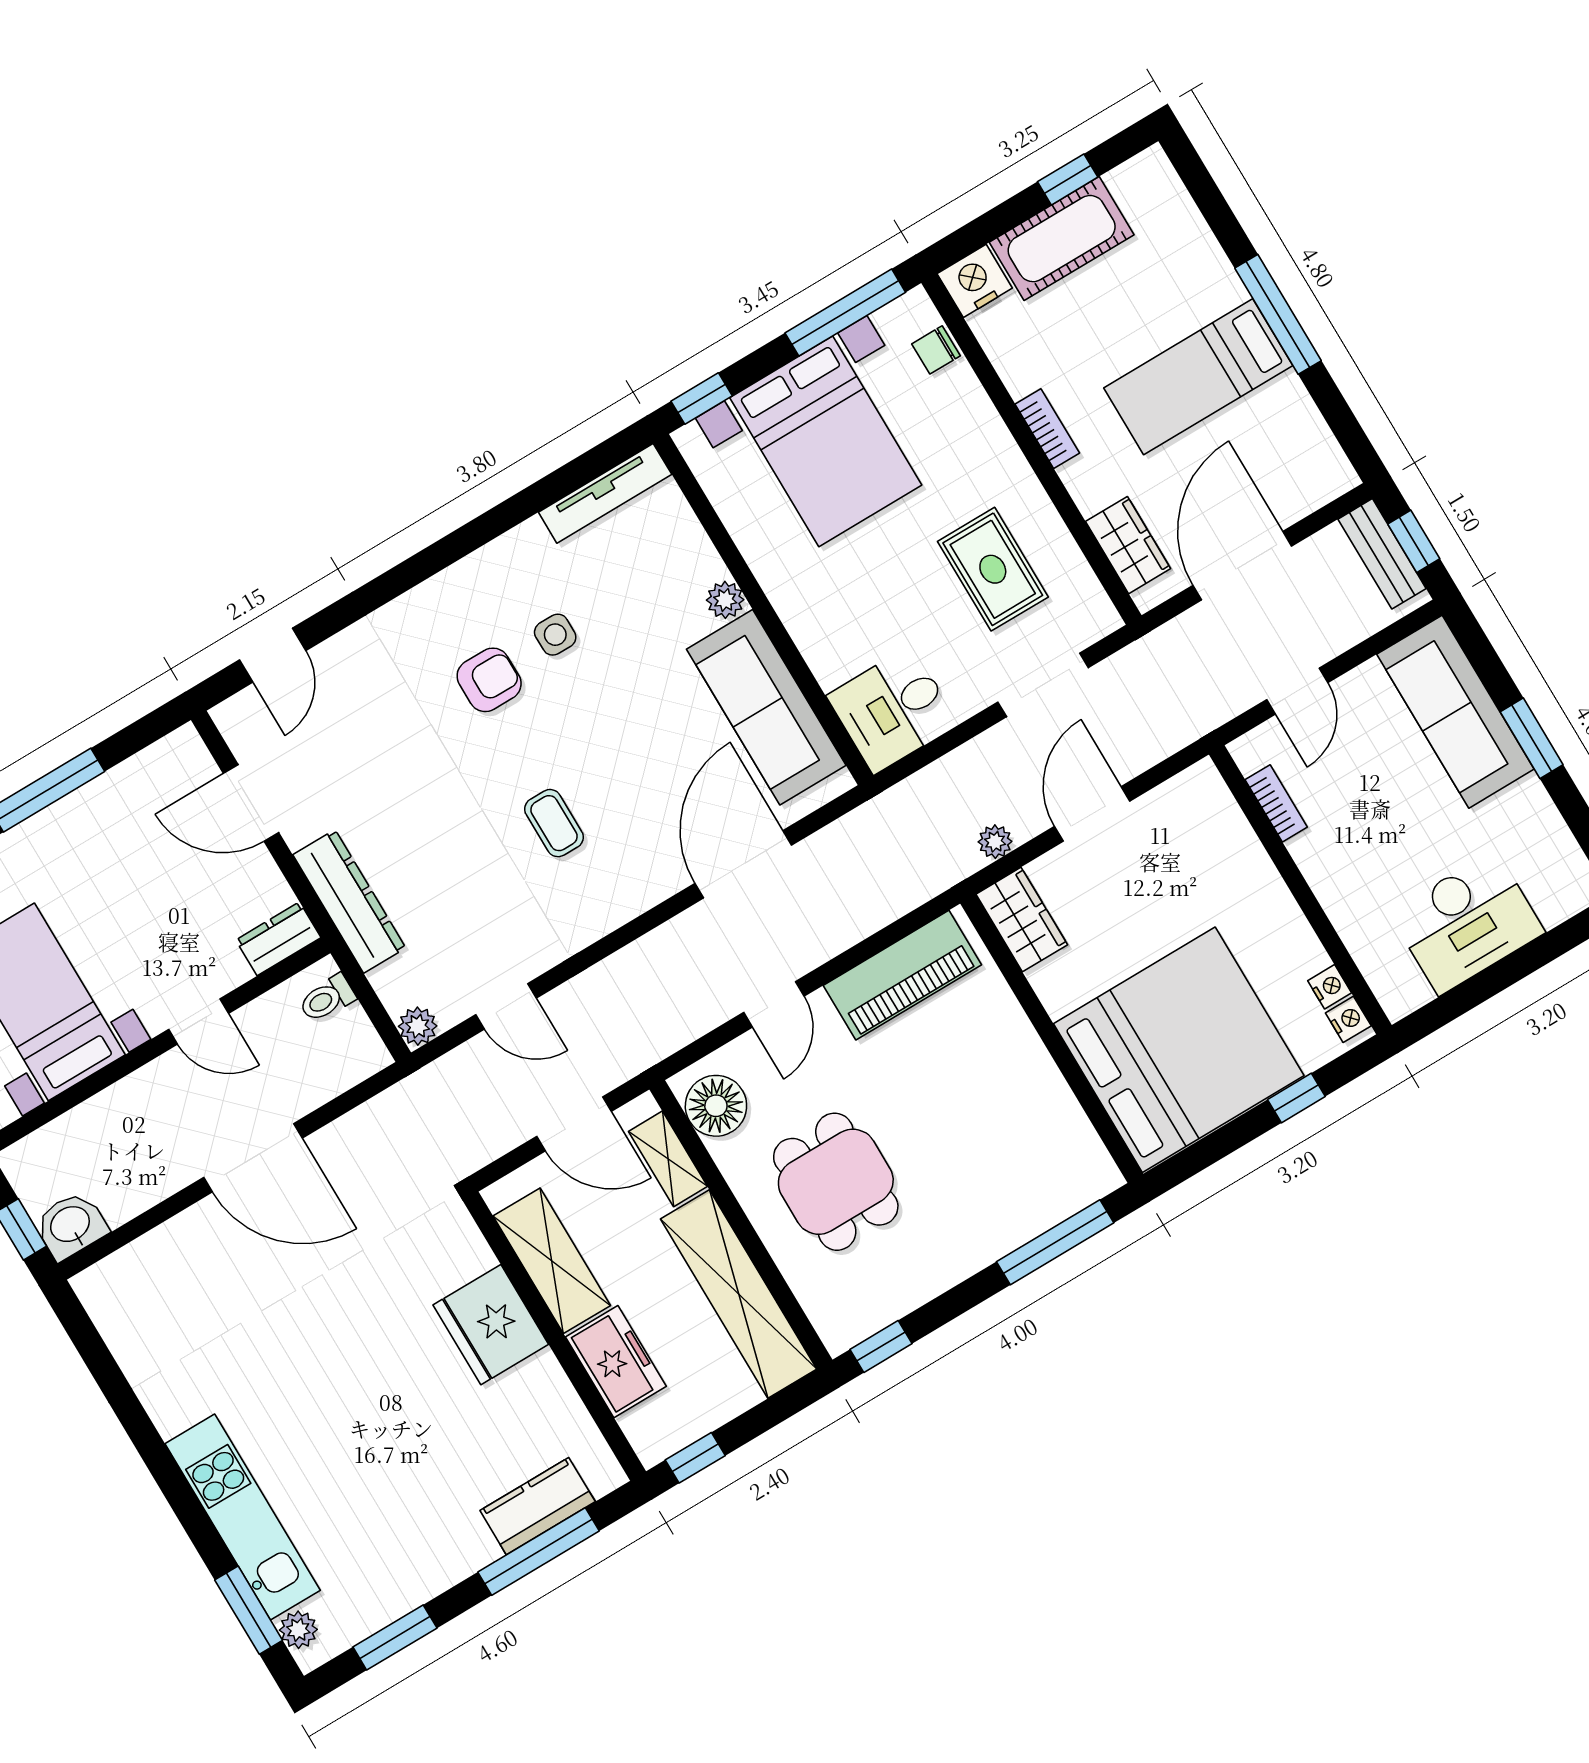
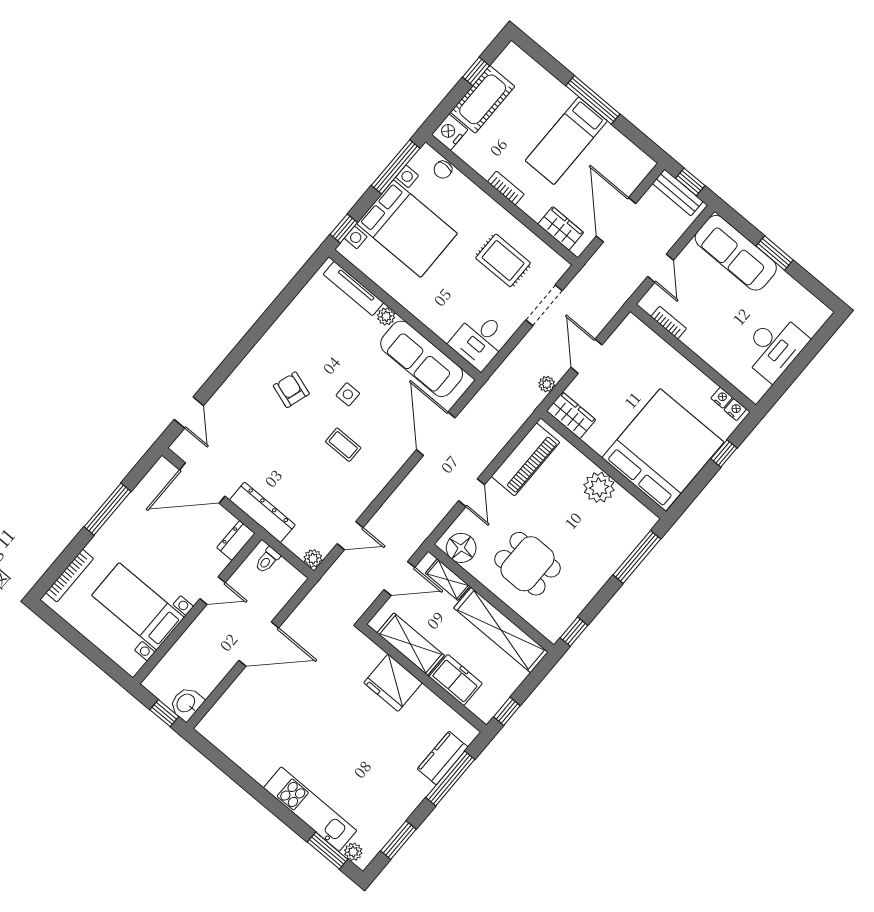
tv unit: (605, 493) -> (353, 288), moved, turned 90
side table: (555, 635) -> (348, 394), moved
armchair: (489, 680) -> (291, 390), turned -72
door: (251, 803) -> (202, 483), width x1.36
plant: (1028, 1080) -> (599, 487), added

